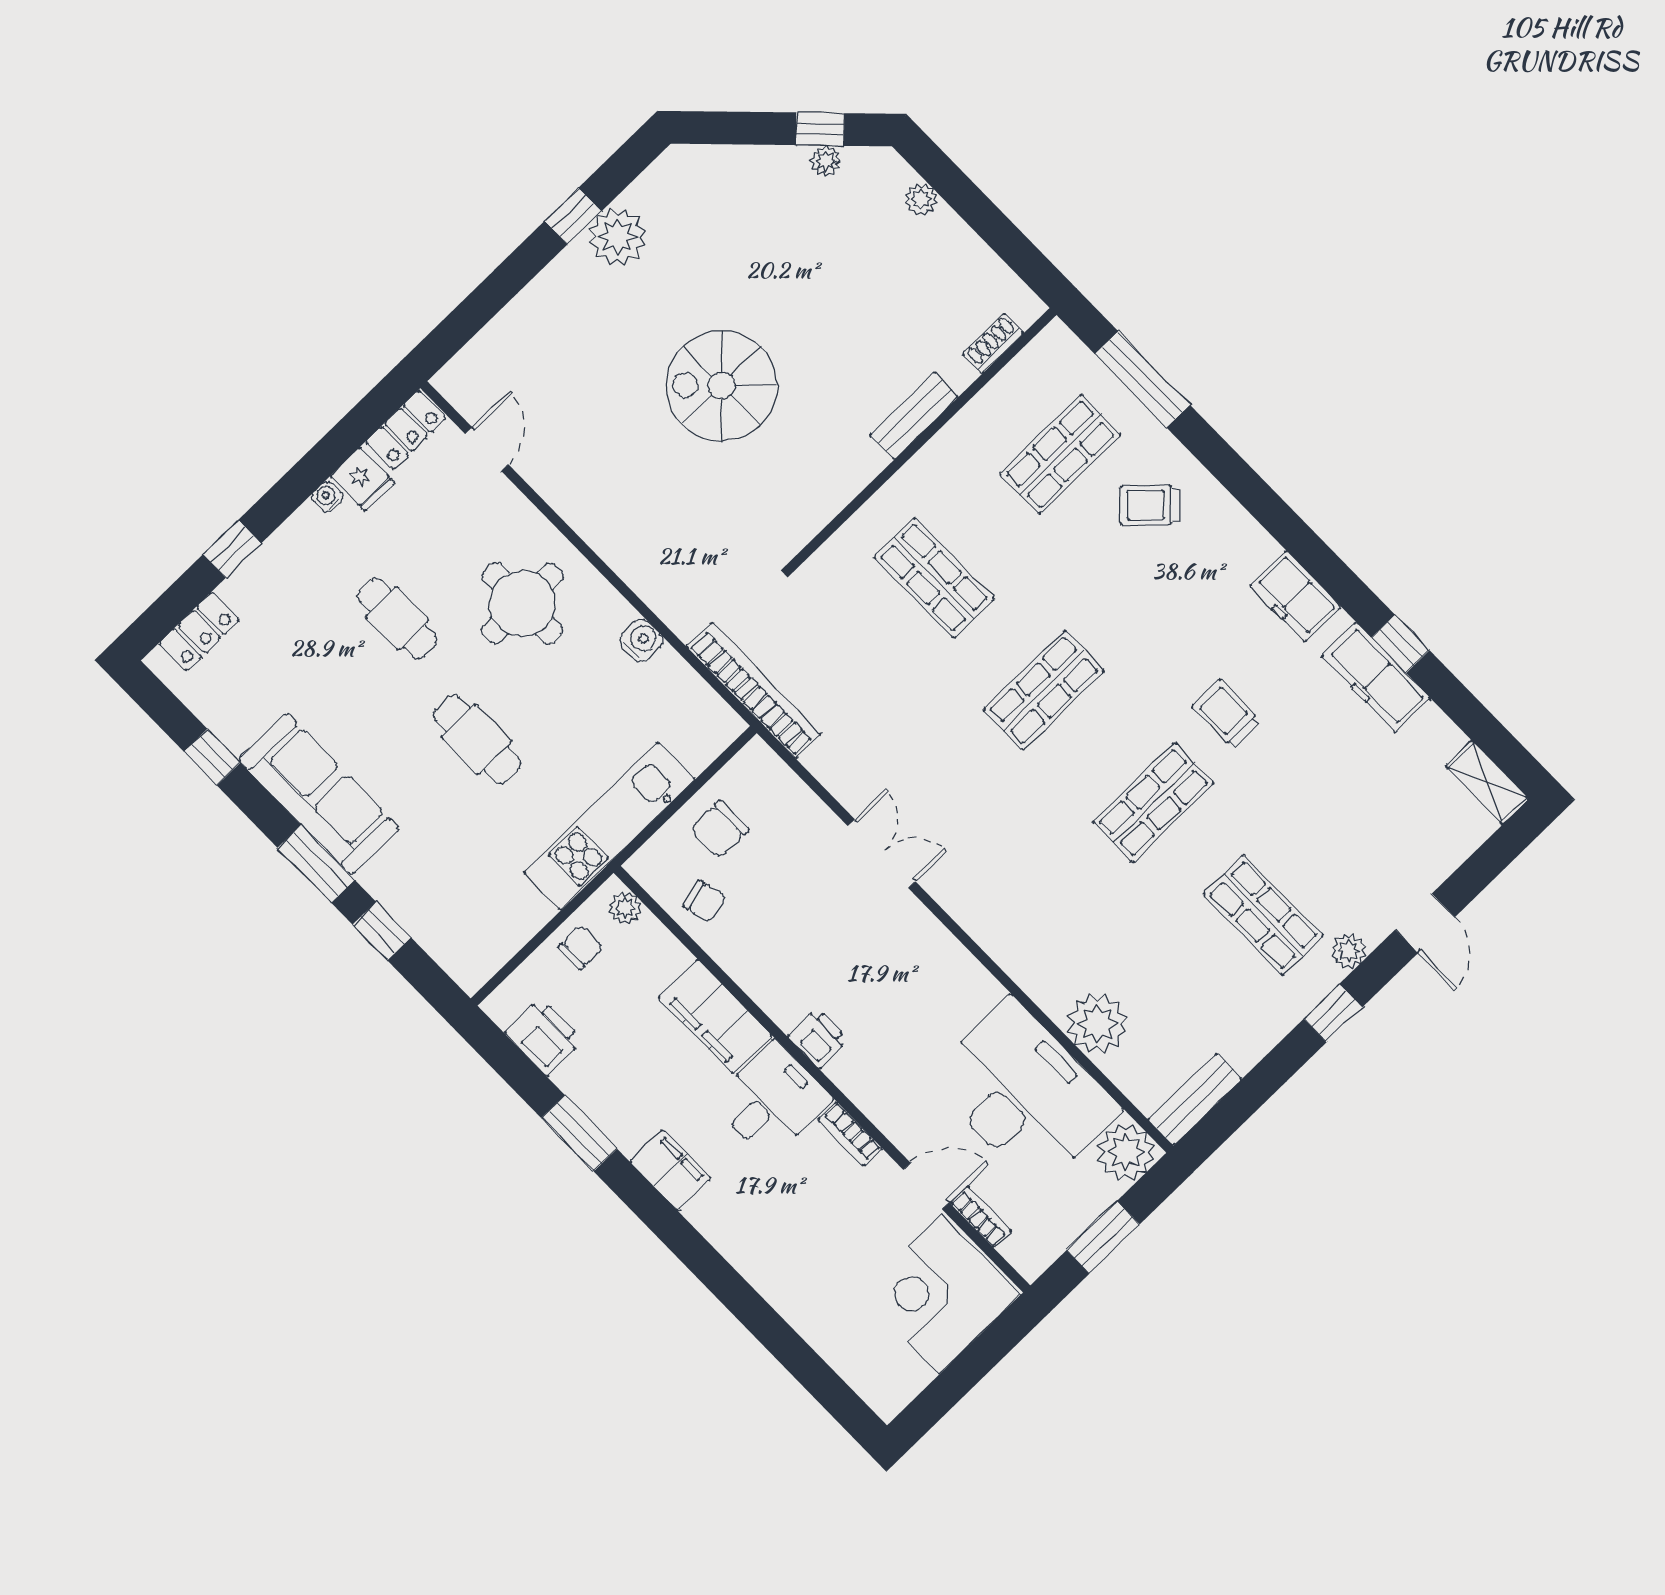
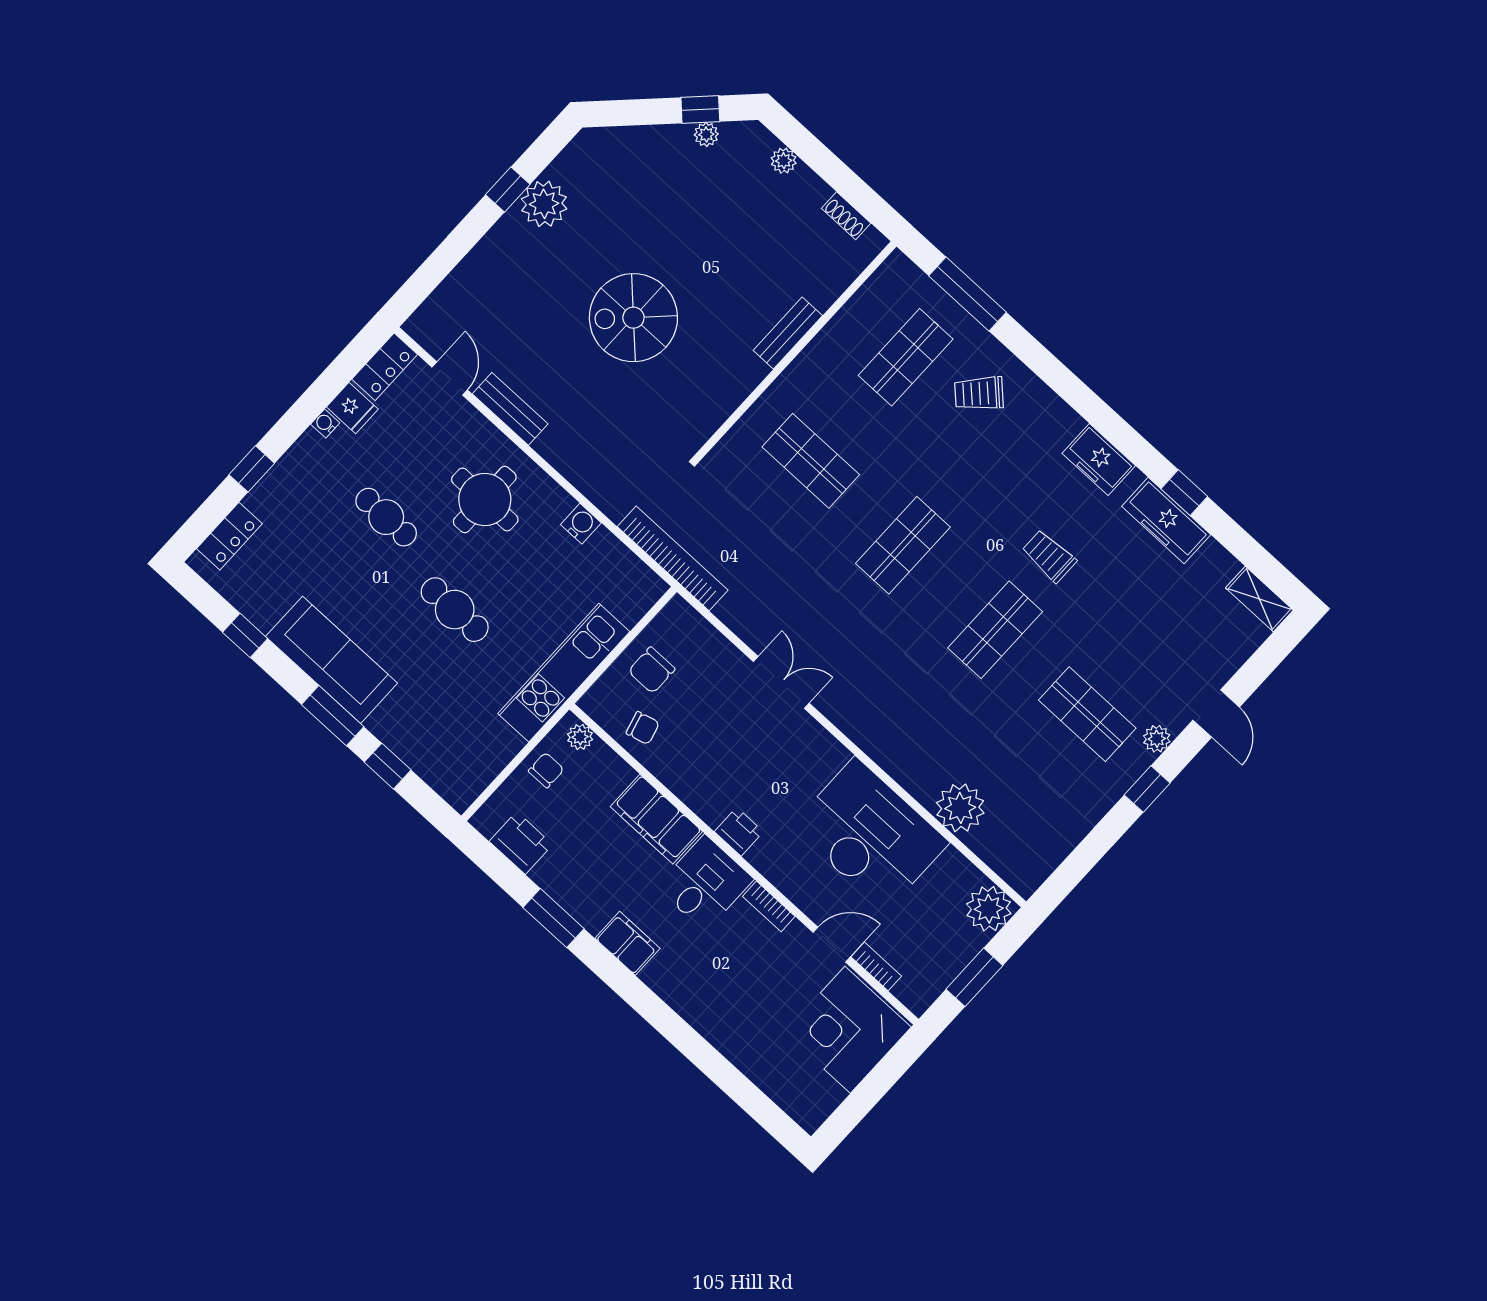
shoe rack: (993, 343) -> (846, 216), moved, turned -90
desk: (1024, 1094) -> (870, 835), moved
bench: (1195, 1099) -> (510, 409), moved, turned 90

